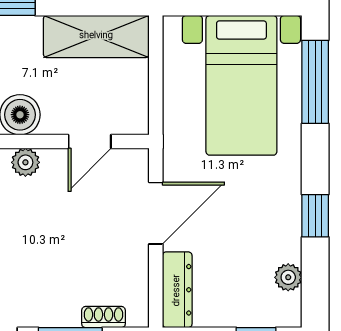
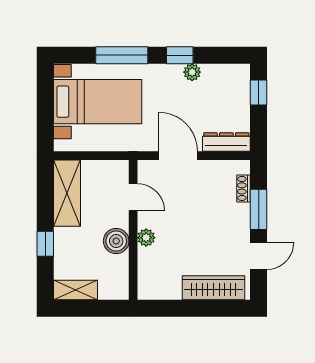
window: (315, 82) -> (122, 55), moved
plant: (288, 277) -> (192, 72), moved

